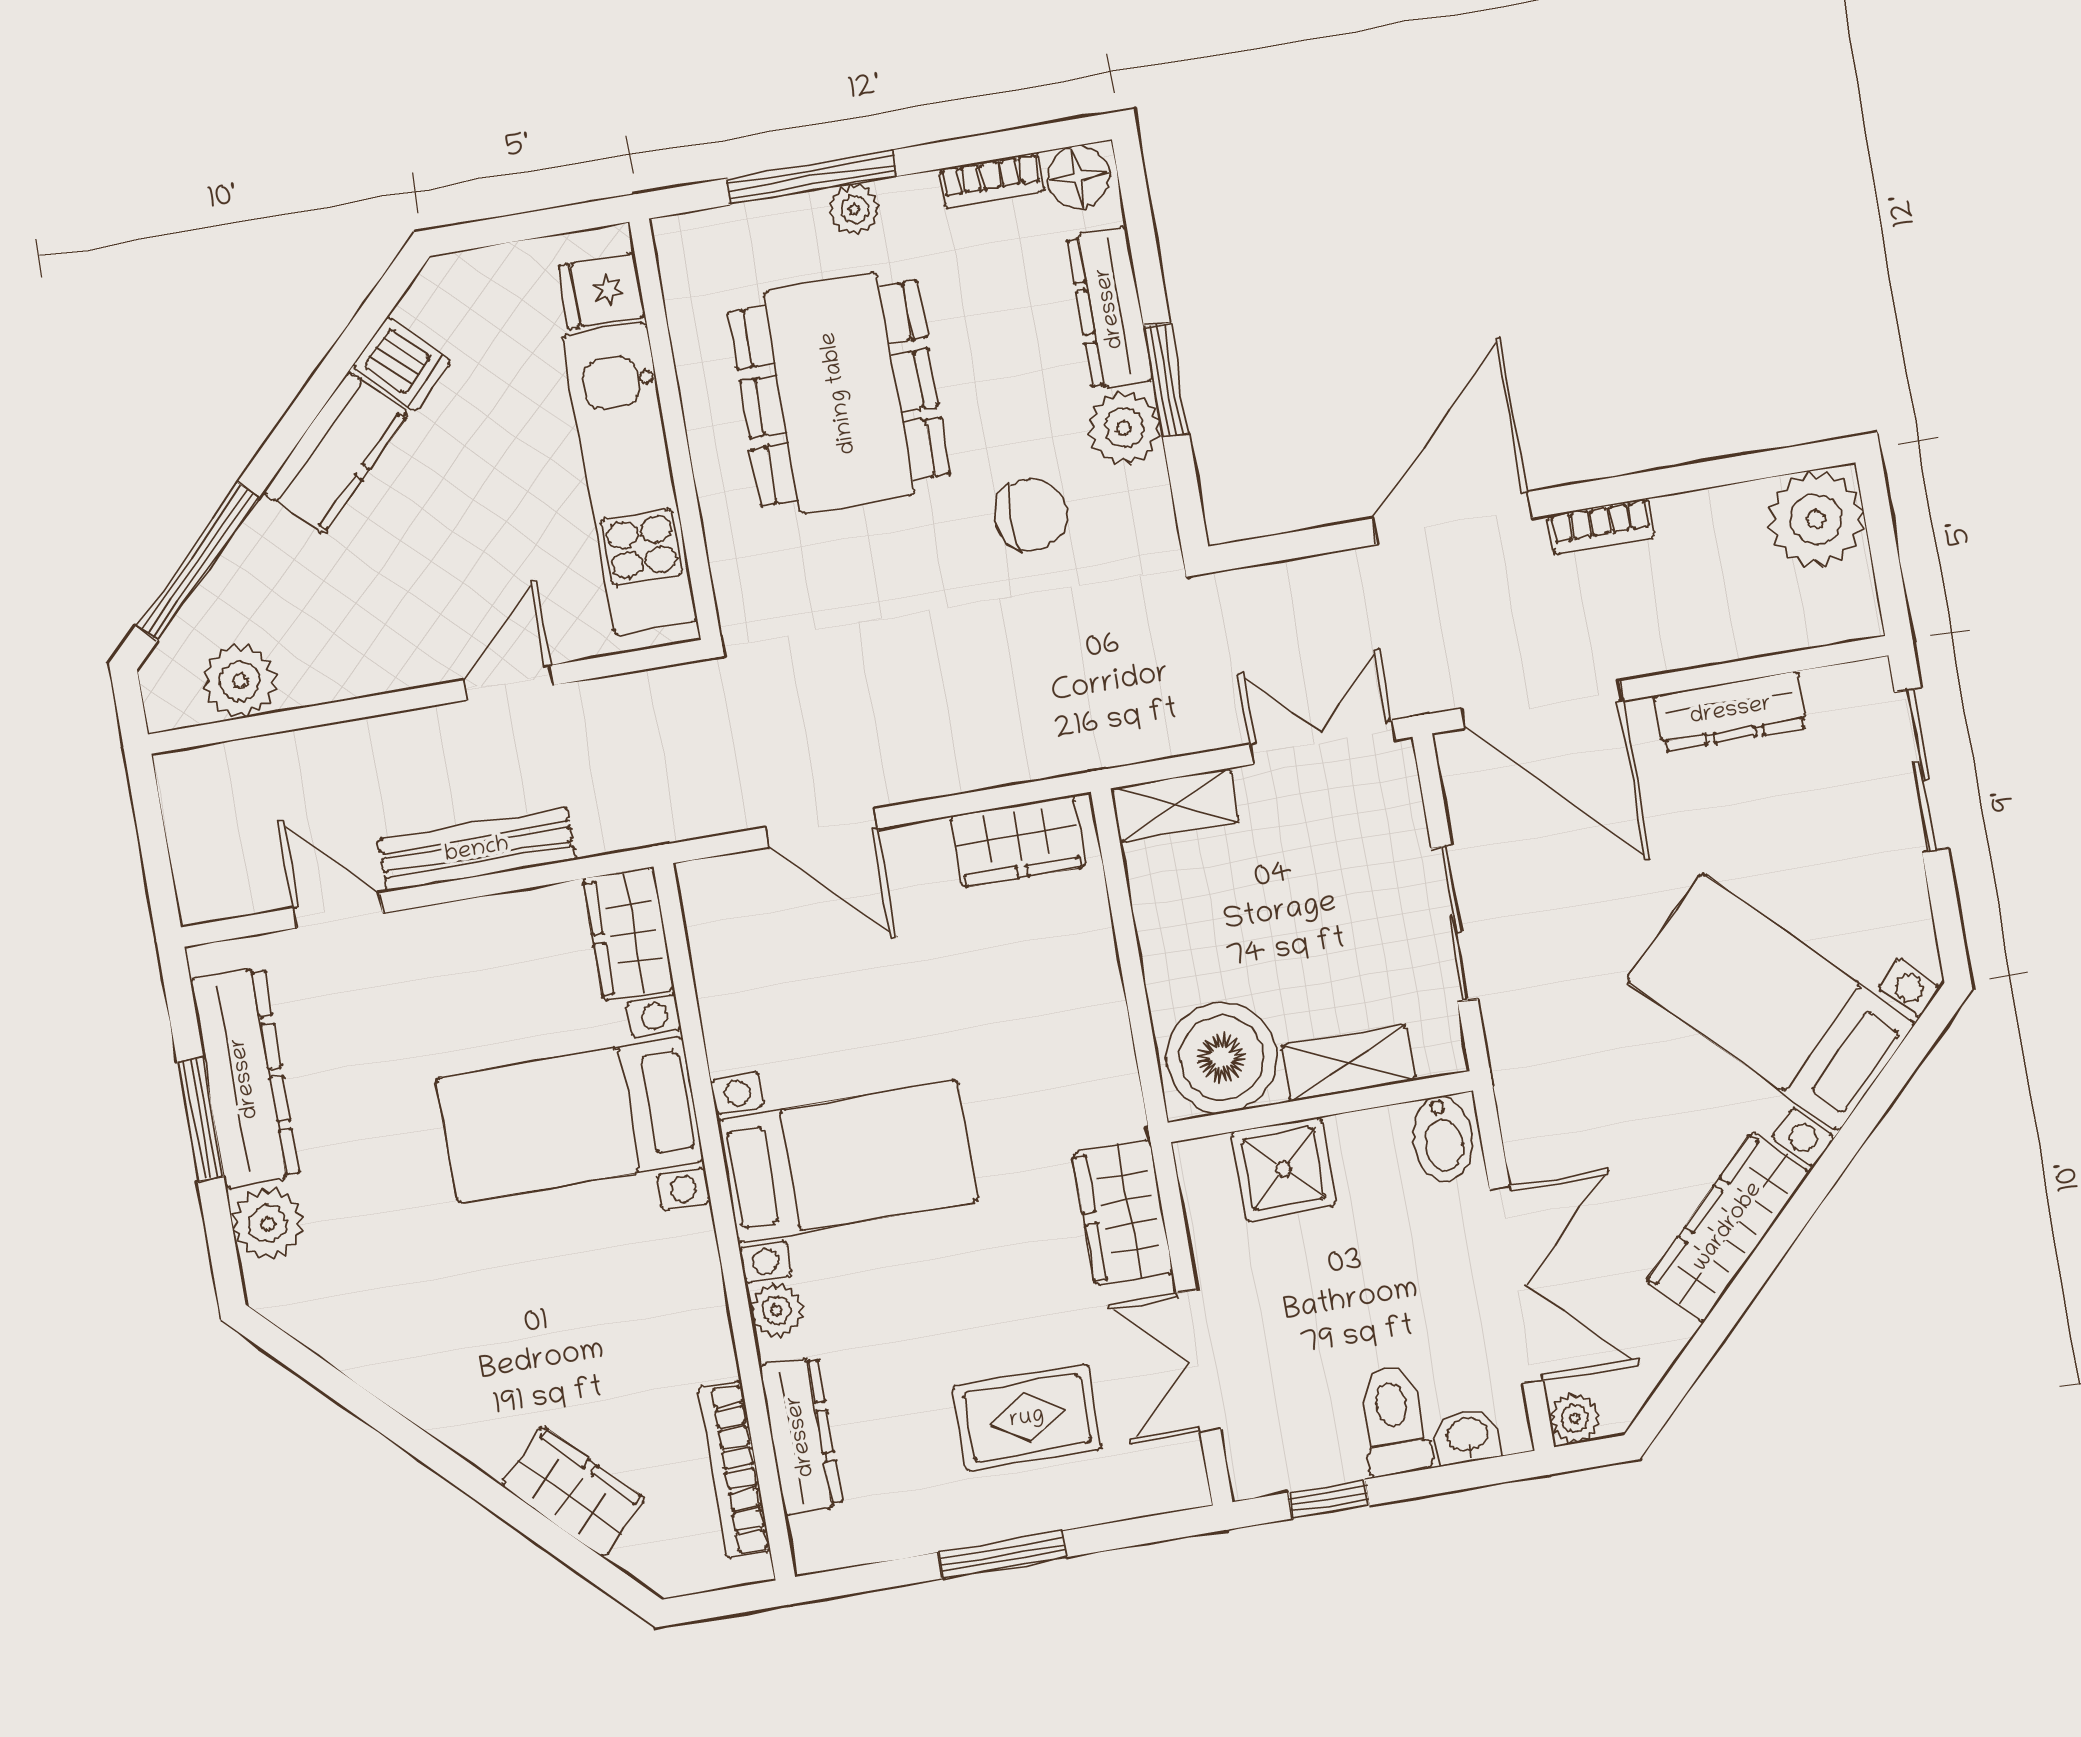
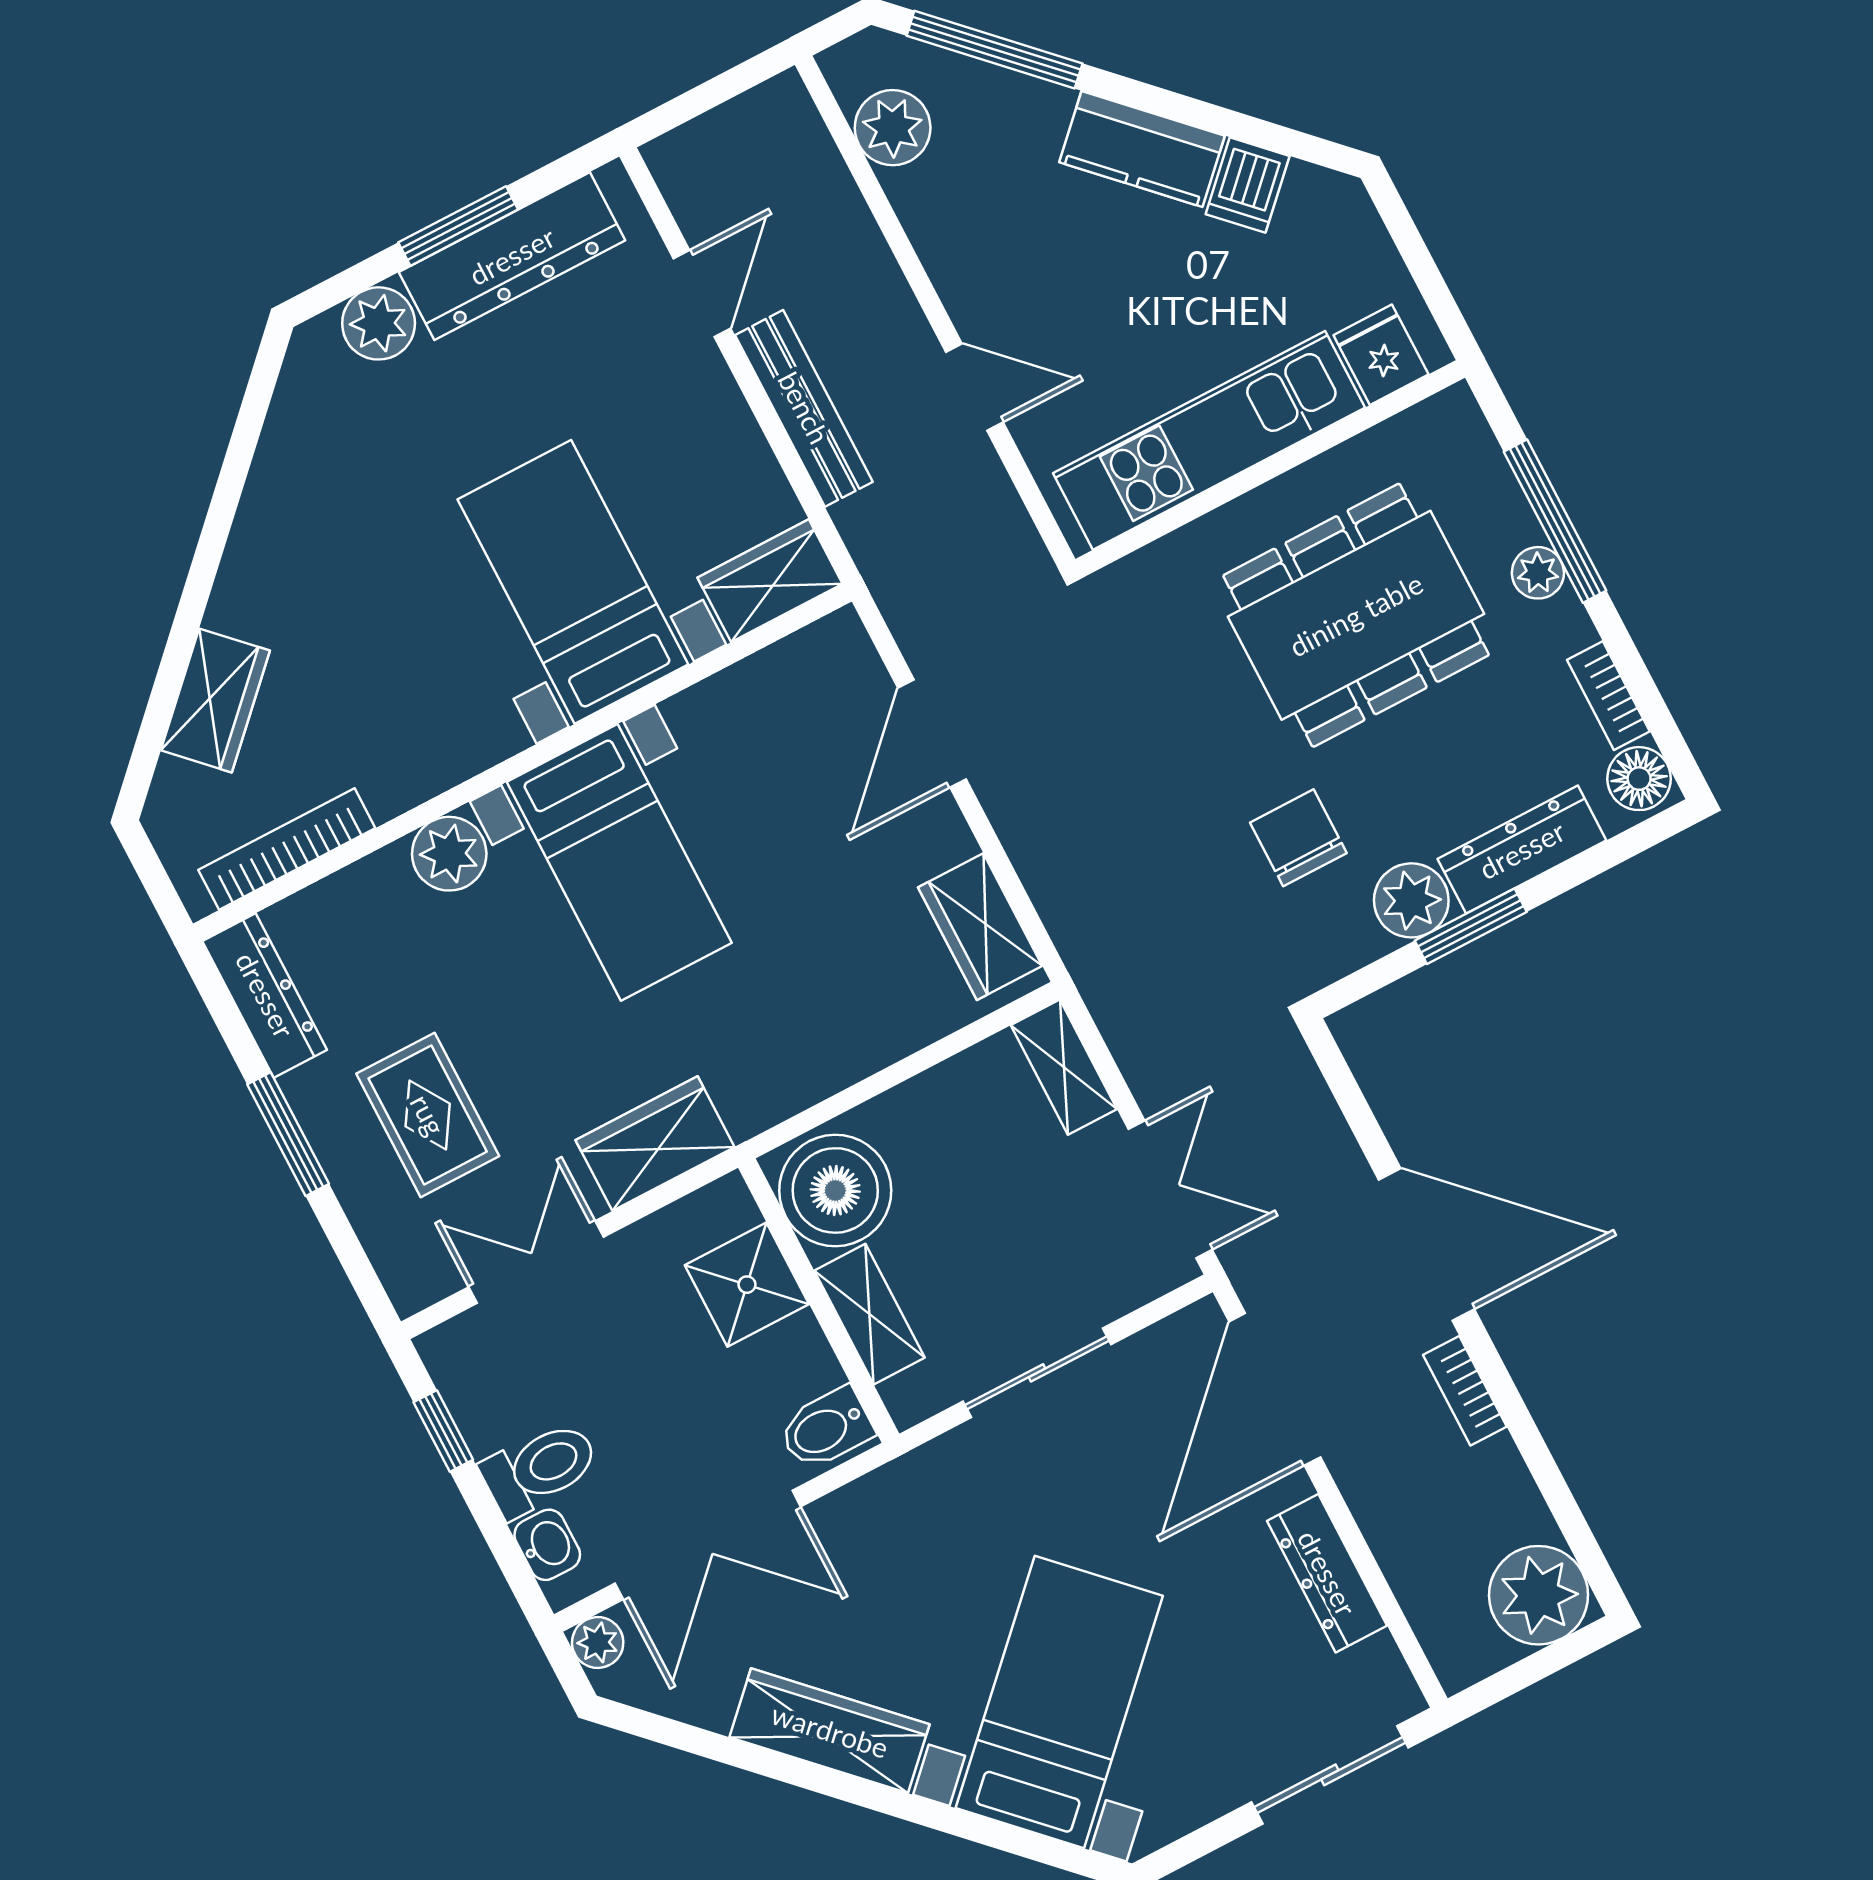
chair: (1031, 515) -> (1298, 838), turned 180
plant: (776, 1310) -> (449, 854), width x1.38, depth x1.38
dresser: (801, 1436) -> (265, 995), moved, turned -90

